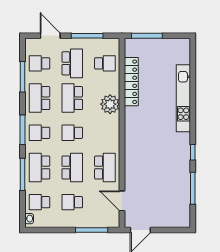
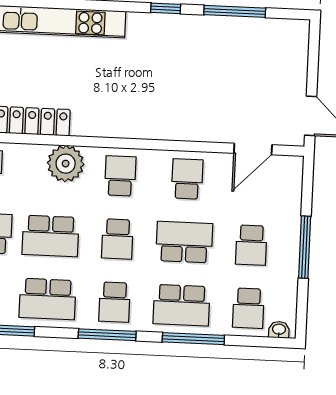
school desk: (105, 133) -> (120, 176), added
school desk: (105, 167) -> (187, 179), width x0.54
window: (92, 230) -> (305, 247), moved

